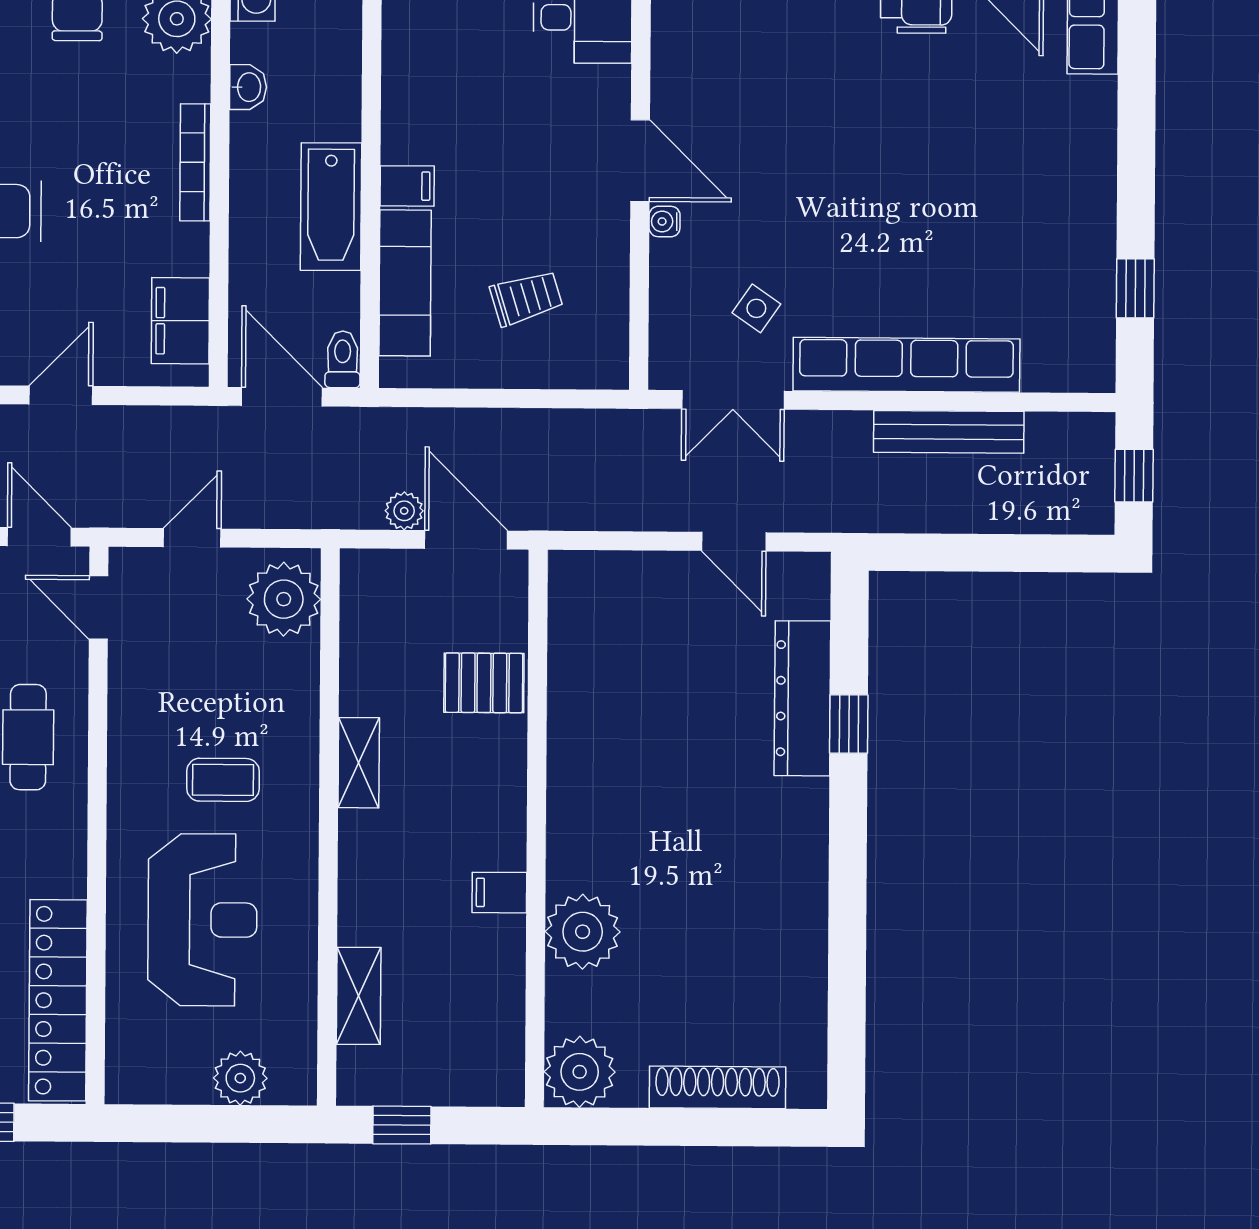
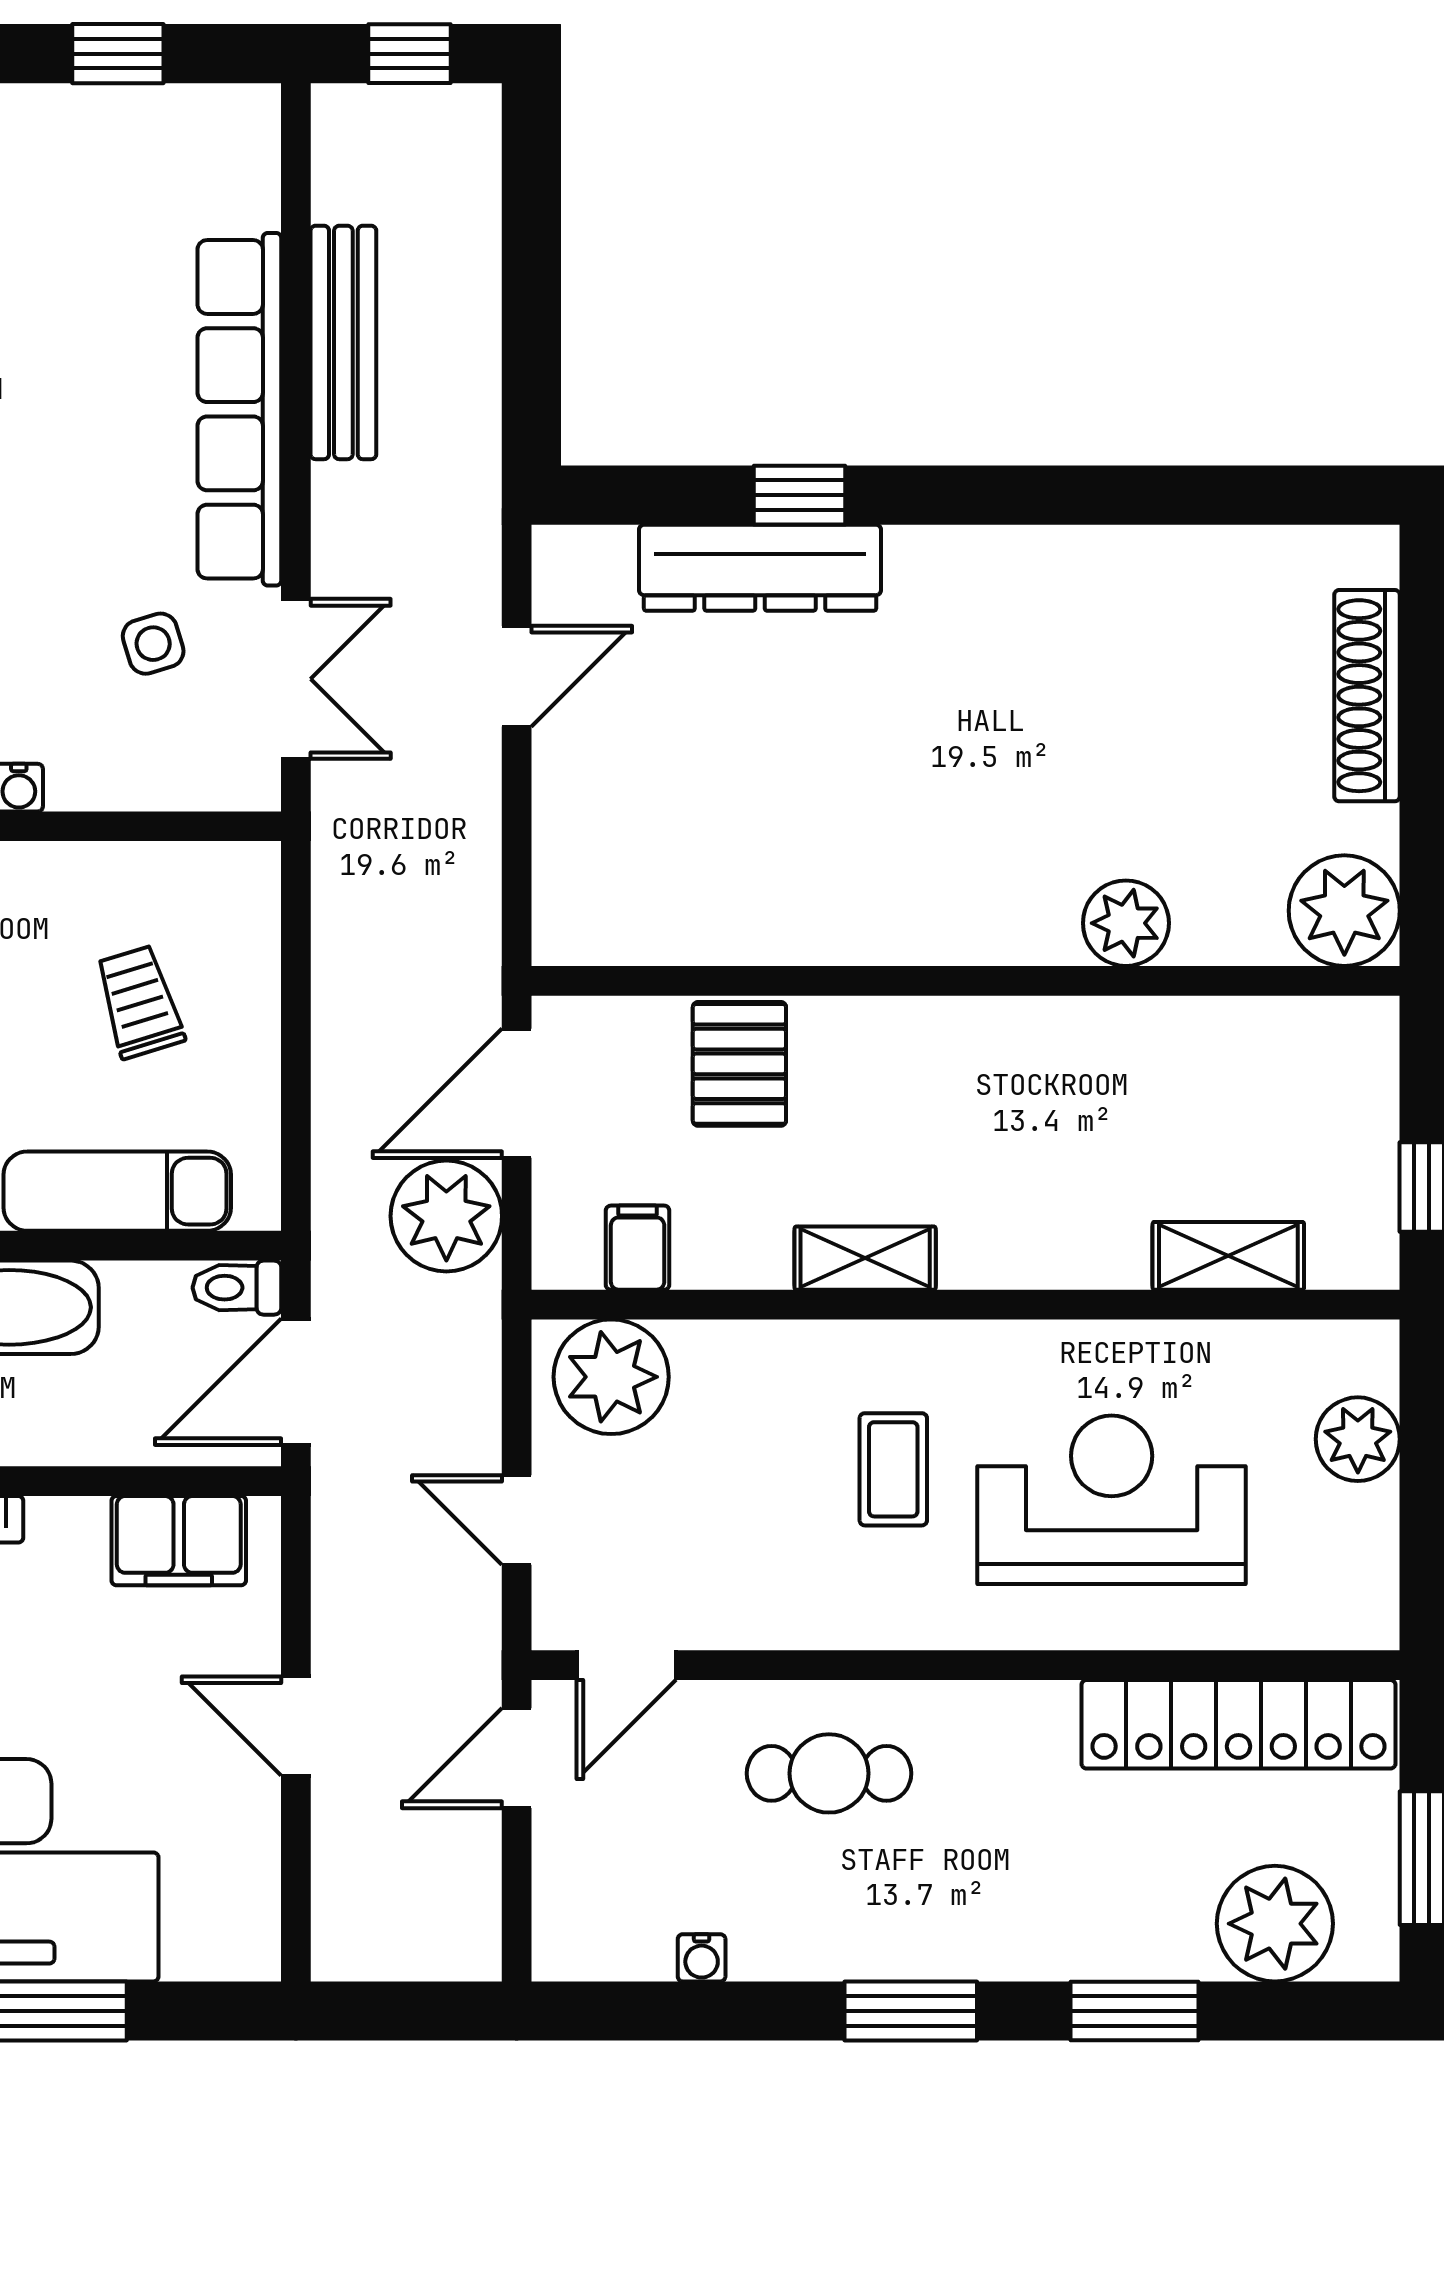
side table: (756, 308) -> (153, 644), turned 38
plant: (404, 511) -> (446, 1216), width x1.87, depth x1.87
filing cabinet: (499, 893) -> (638, 1248), moved, turned 180
plant: (583, 932) -> (1126, 923), width x0.73, depth x0.73

